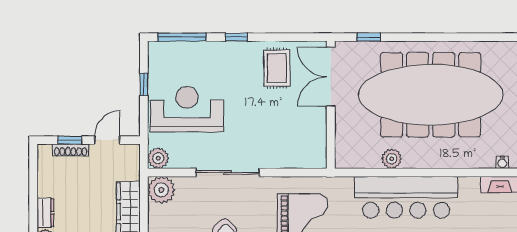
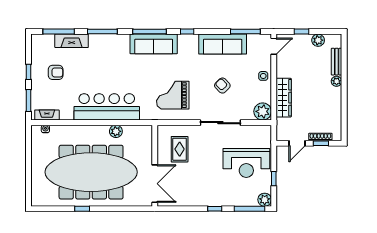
window: (369, 37) -> (82, 209), moved
rug: (277, 68) -> (180, 149), moved
plant: (158, 158) -> (265, 200), moved
dresser: (46, 213) -> (336, 97), removed

